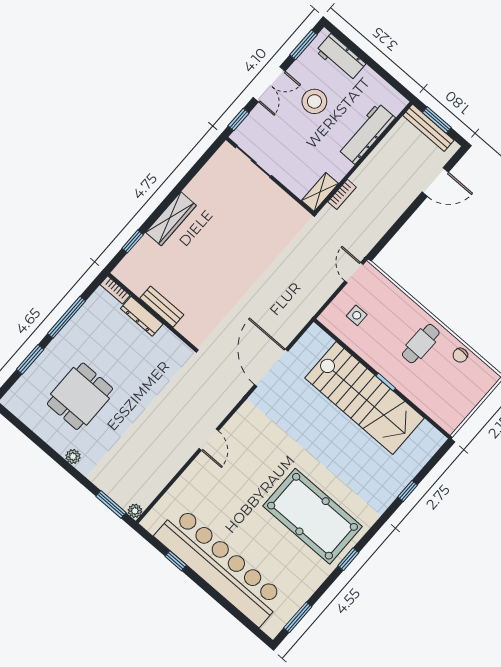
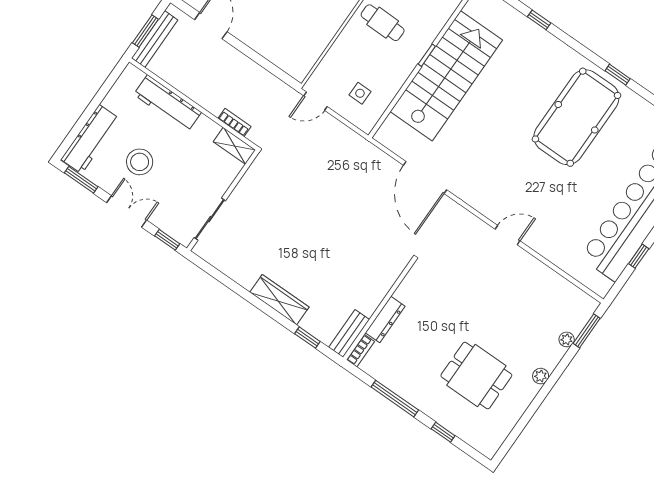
workbench: (341, 57) -> (90, 139), width x1.38
bench: (162, 307) -> (349, 333), moved
window: (30, 359) -> (443, 432), width x0.67
door: (271, 368) -> (425, 177), hinge flipped
plant: (135, 511) -> (567, 339), moved

